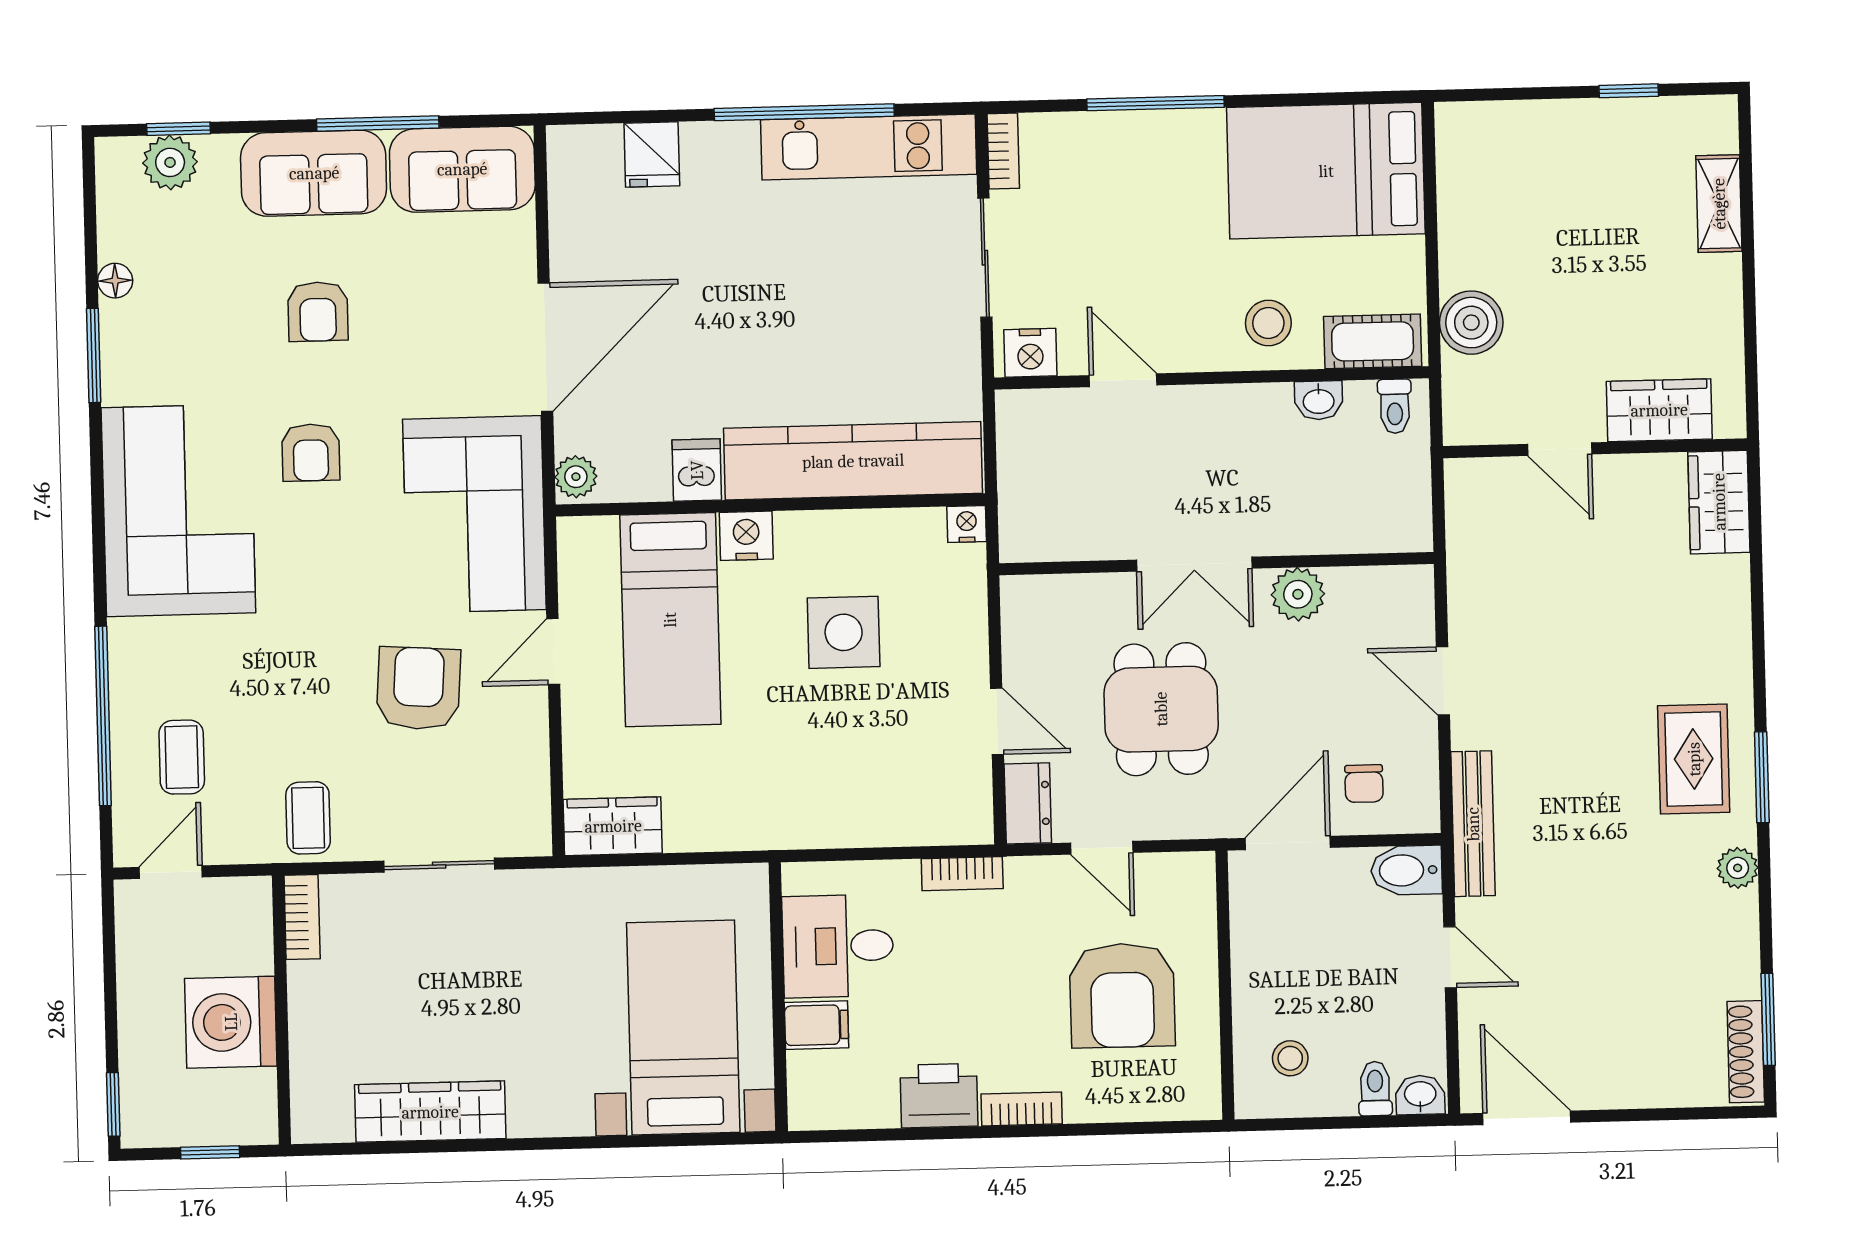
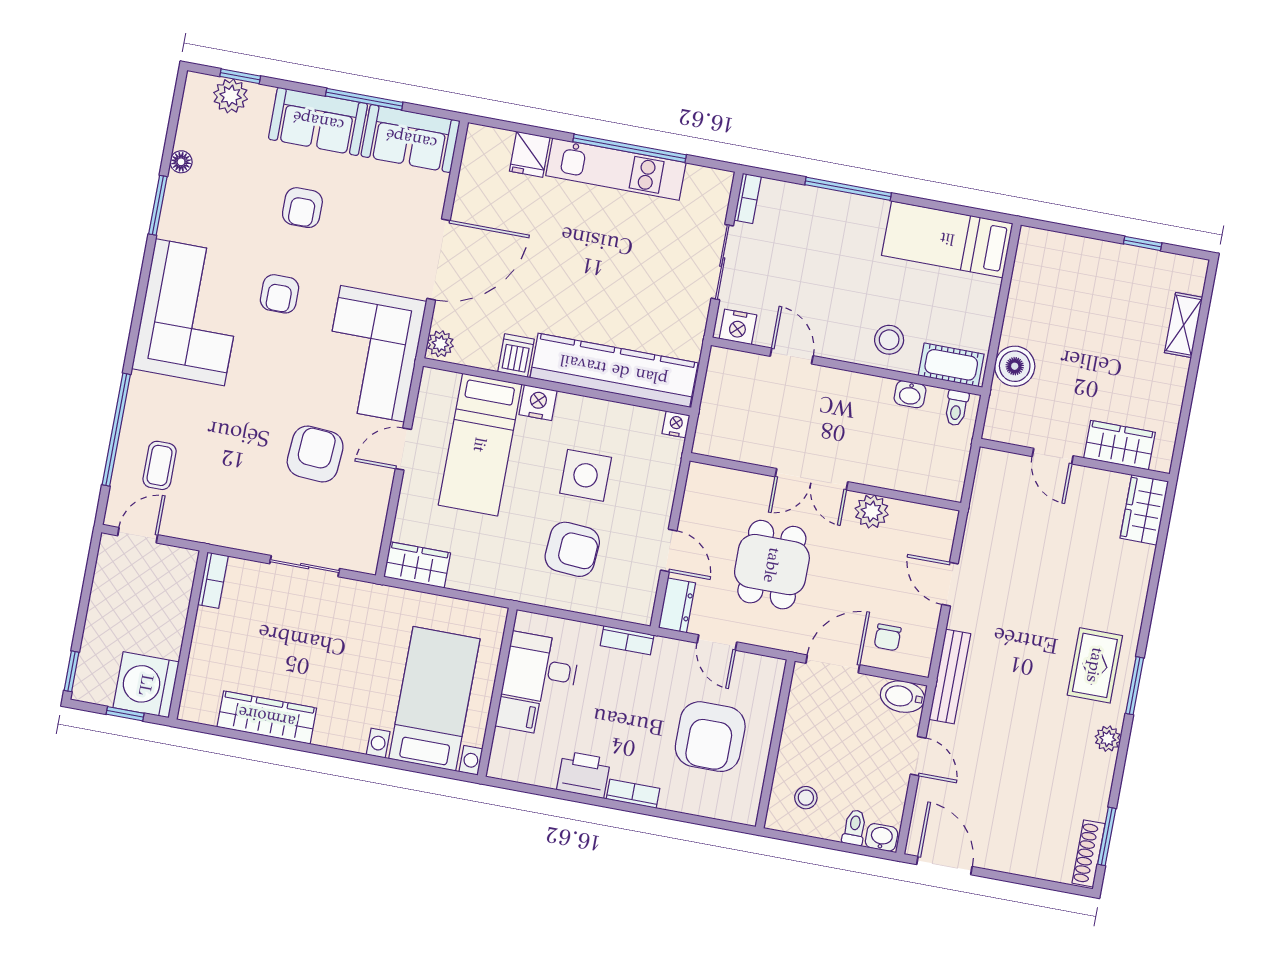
kitchen unit: (869, 147) -> (616, 169), moved
bed: (1326, 171) -> (947, 239), width x0.67
armchair: (847, 751) -> (572, 549), added
coffee table: (308, 818) -> (230, 520), removed
washing machine: (231, 1022) -> (146, 685), moved

